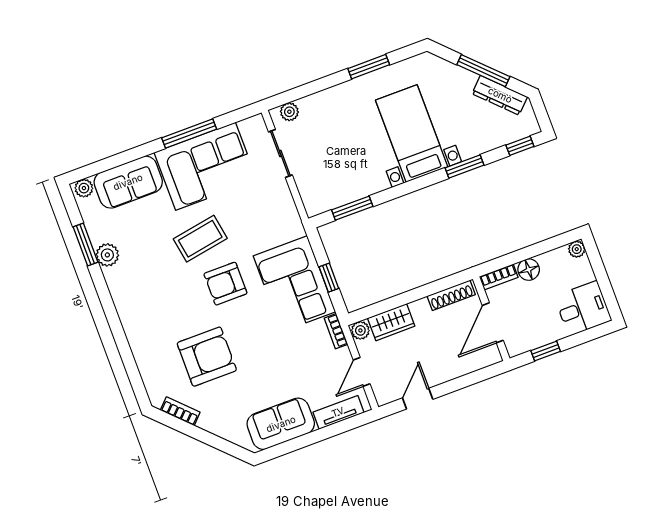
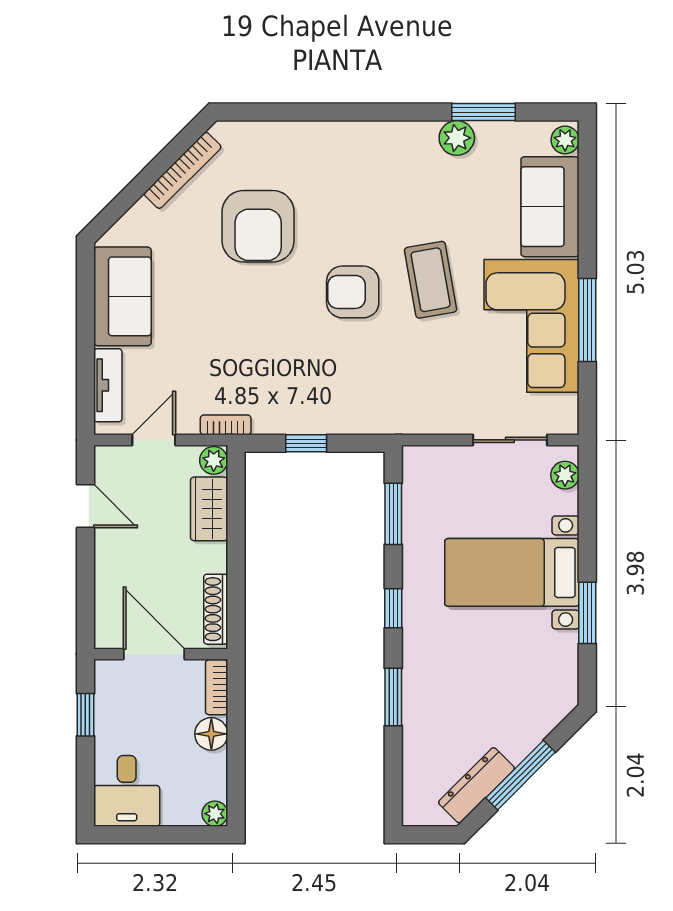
bed with nightstands: (412, 133) -> (512, 572), moved, turned 180
window: (520, 146) -> (393, 608), moved
armchair: (225, 284) -> (353, 292), turned -90
corner sofa: (294, 284) -> (316, 391), removed
door: (362, 372) -> (154, 440), hinge flipped
bookcase: (180, 411) -> (183, 170), width x1.56

